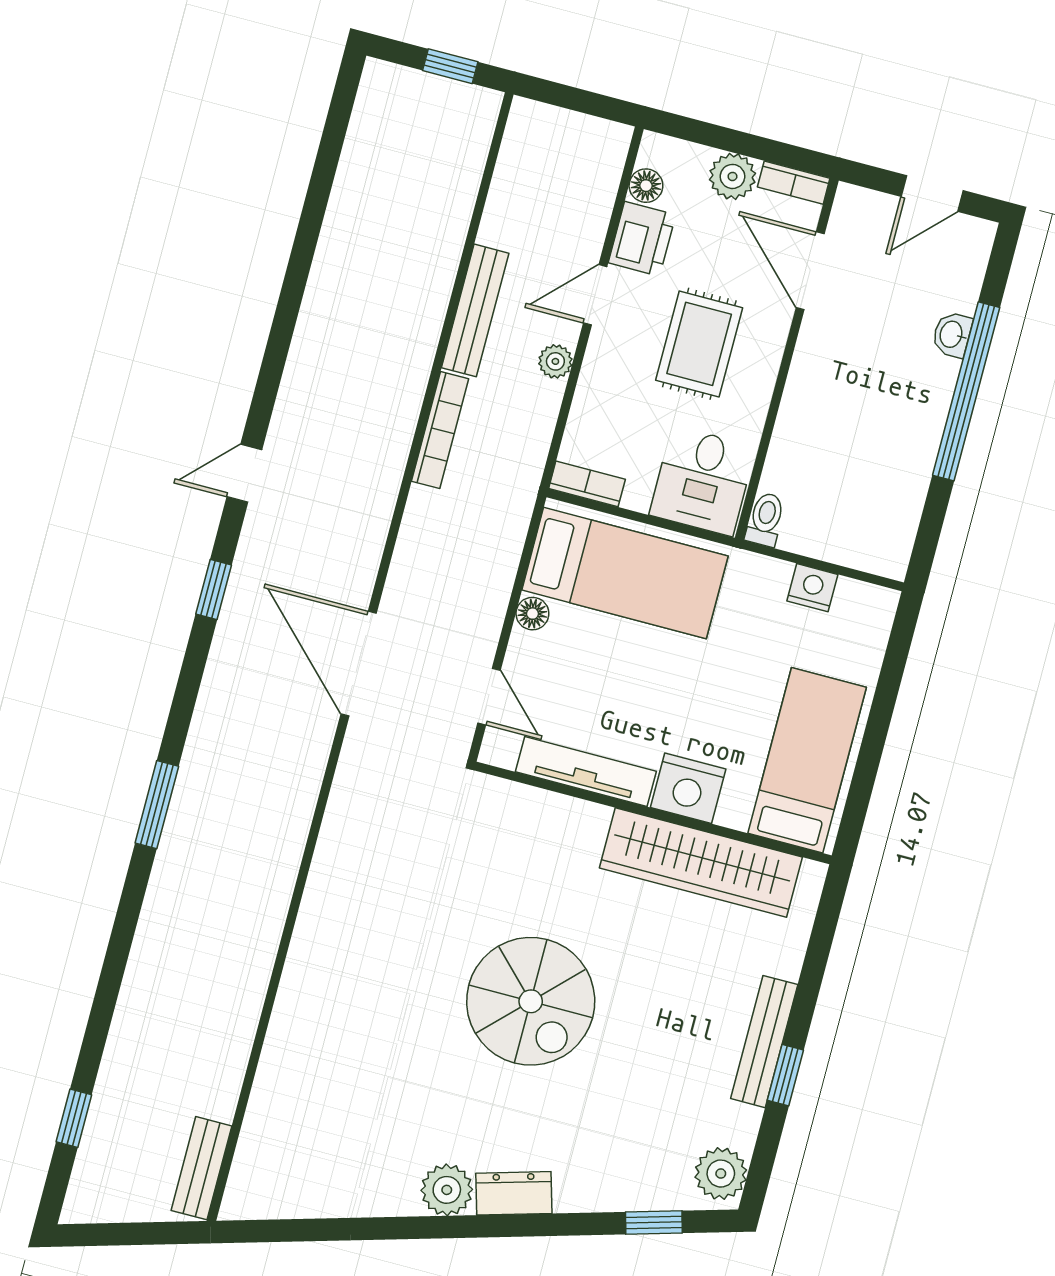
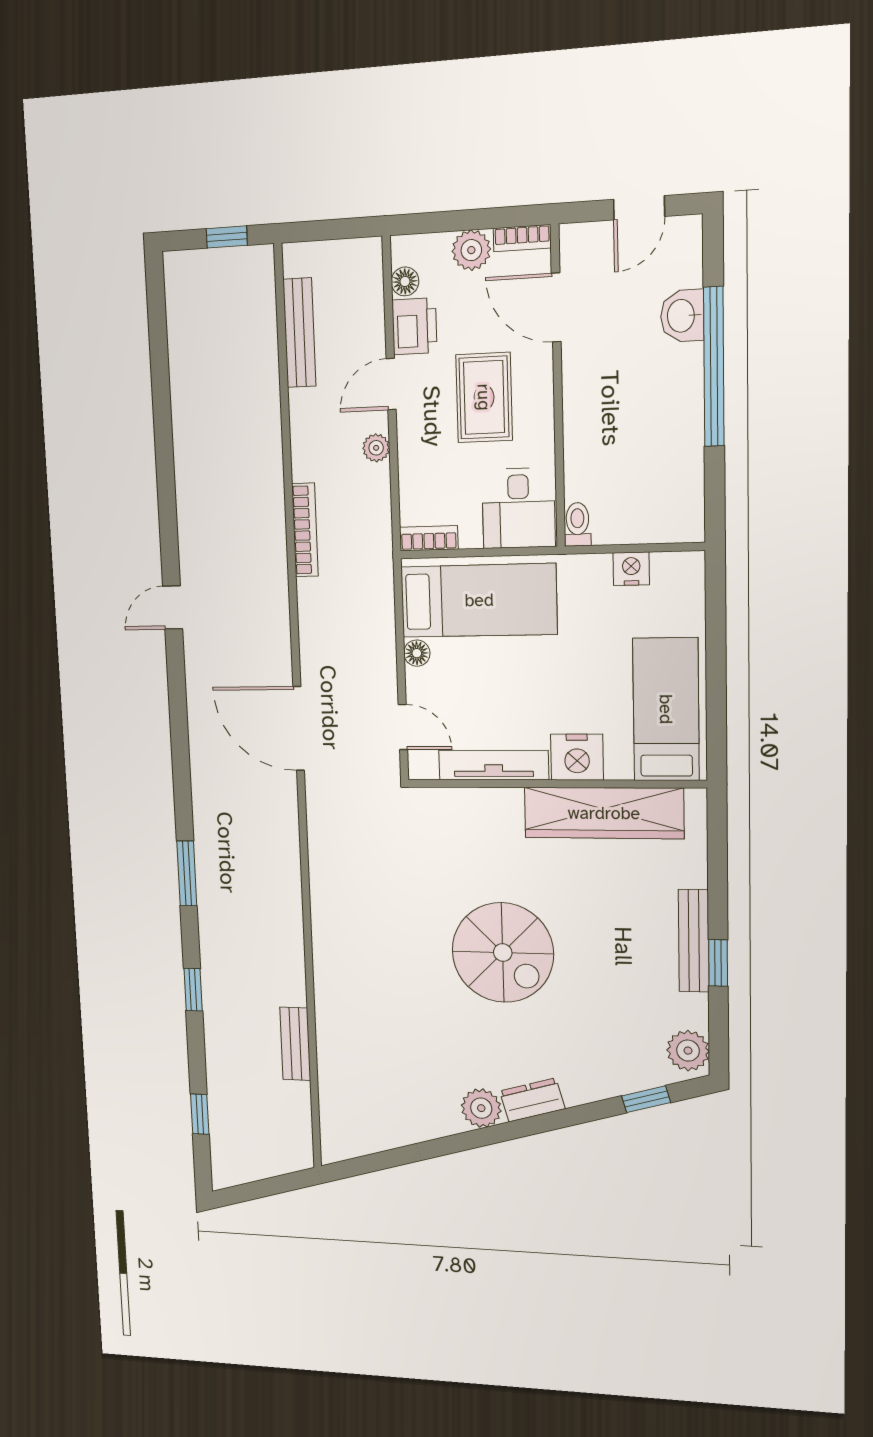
bench: (475, 310) -> (299, 333), moved
washbasin: (952, 335) -> (682, 316), width x1.38, depth x1.45
window: (214, 589) -> (193, 990), moved
bench: (201, 1168) -> (295, 1044), moved

